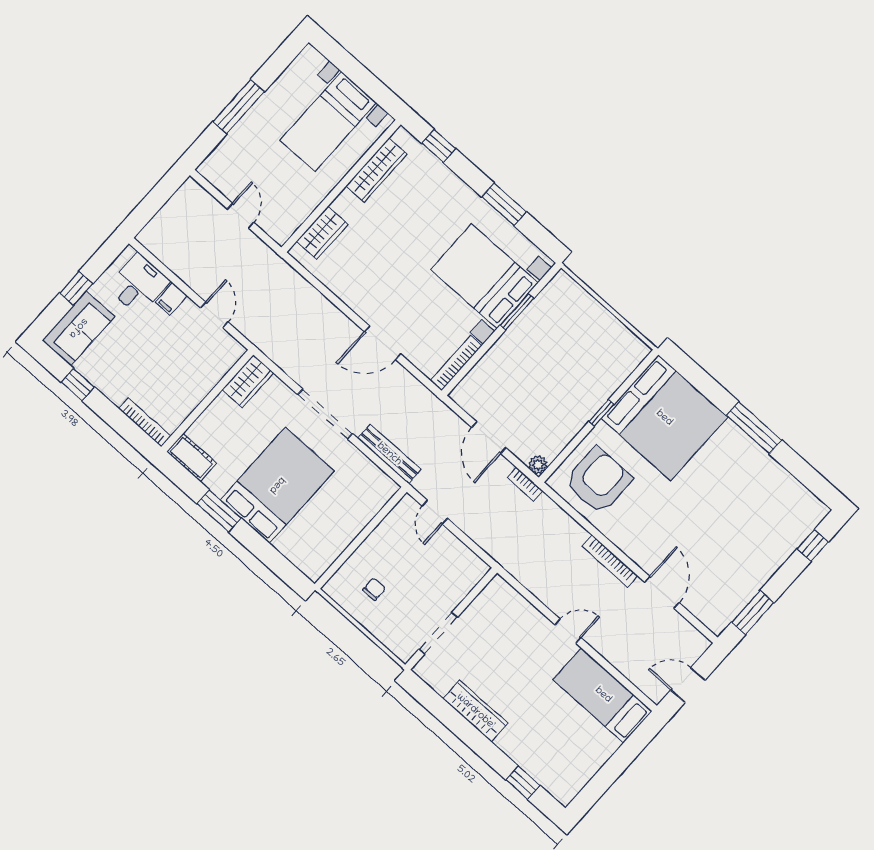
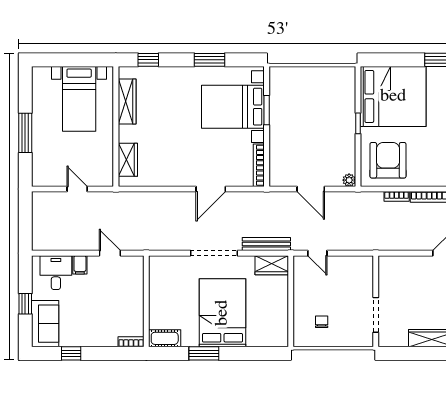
wardrobe: (248, 381) -> (272, 265), moved, turned 90
bookcase: (145, 422) -> (131, 342), width x0.64
bookcase: (525, 484) -> (397, 196), moved

